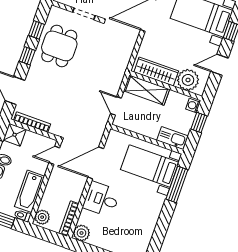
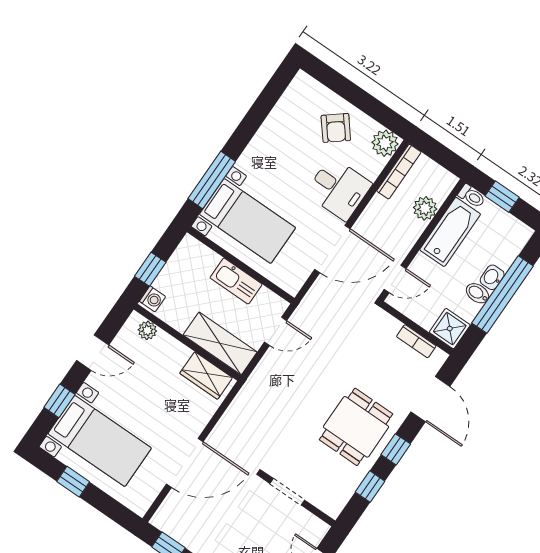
dining table: (59, 46) -> (356, 427), moved
wardrobe: (156, 71) -> (206, 376), width x0.67
plant: (188, 80) -> (147, 330), width x0.53, depth x0.53
door: (116, 106) -> (276, 331), hinge flipped
bookcase: (32, 122) -> (416, 341), width x0.64
kitchen sink: (172, 138) -> (236, 281), moved
plant: (42, 217) -> (425, 208), moved
armchair: (113, 234) -> (336, 128), added

